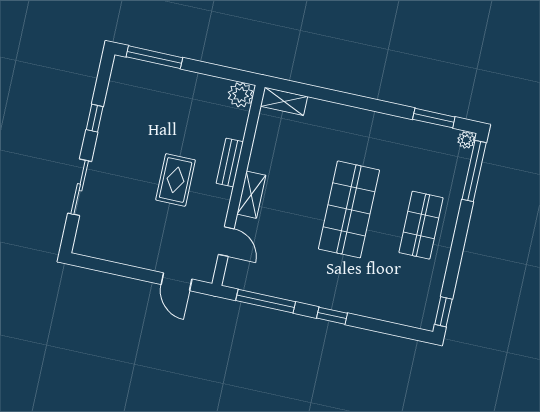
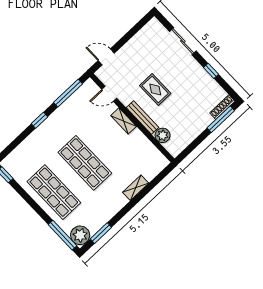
shoe rack: (135, 67) -> (222, 107), added
plant: (241, 95) -> (163, 135), moved
shelving: (284, 101) -> (136, 188), moved
plant: (466, 140) -> (80, 235), width x1.88, depth x1.88
bench: (230, 163) -> (143, 118), width x1.36
shop shelf: (421, 225) -> (54, 192), width x1.43, depth x1.36

